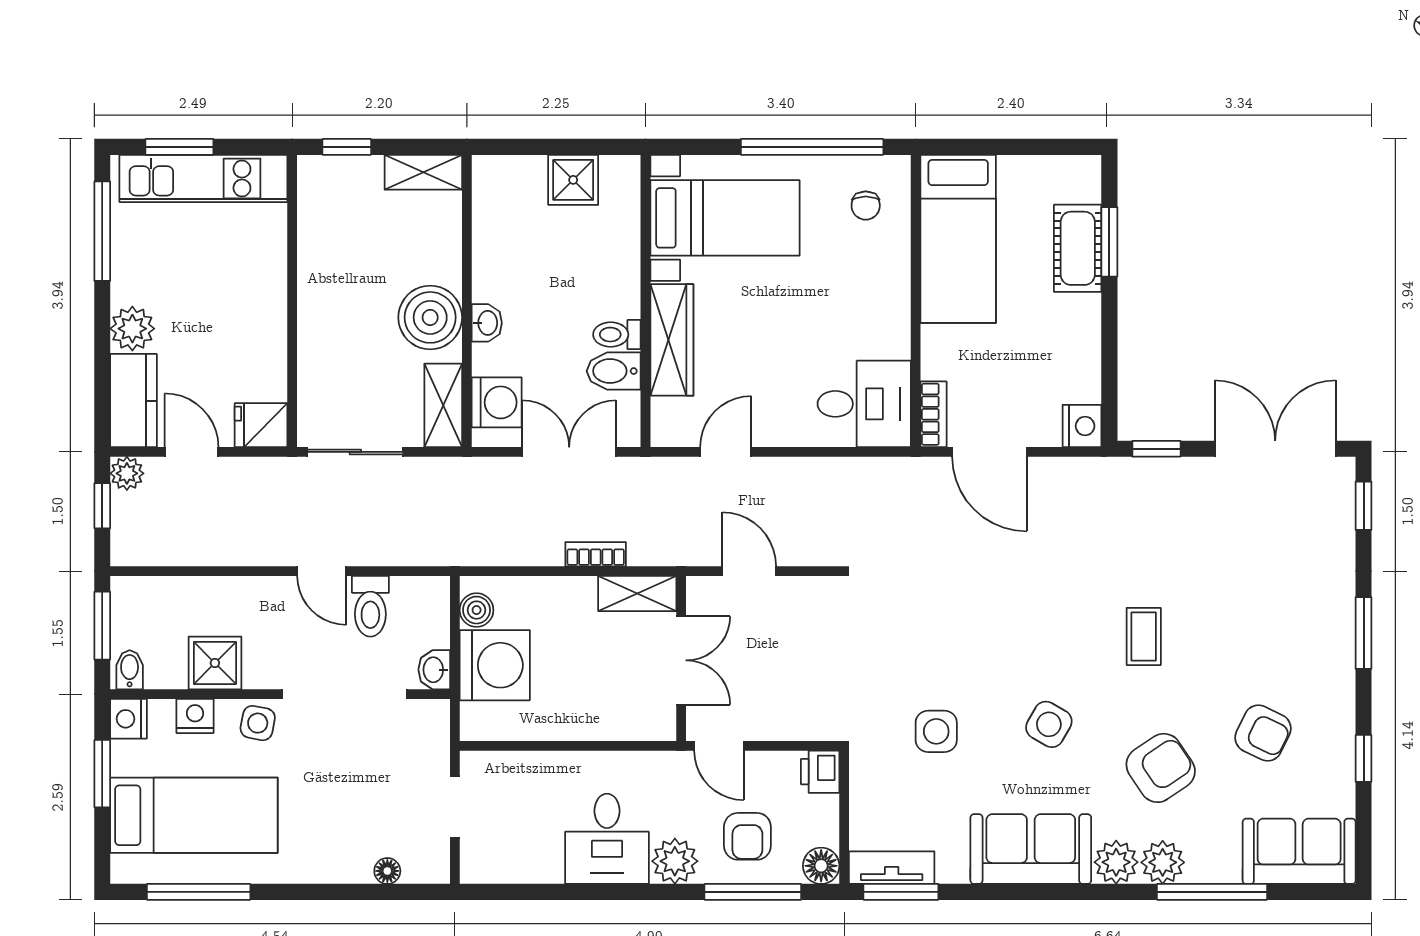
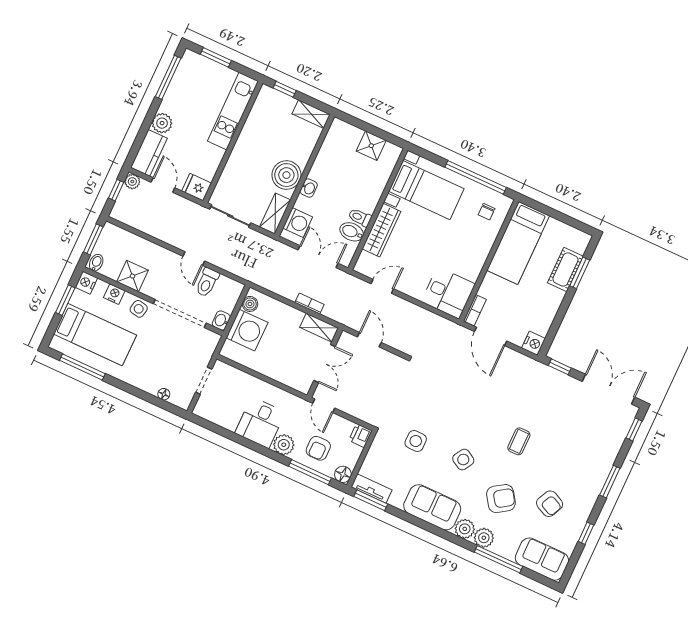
kitchen unit: (203, 178) -> (233, 111), moved, turned 90

